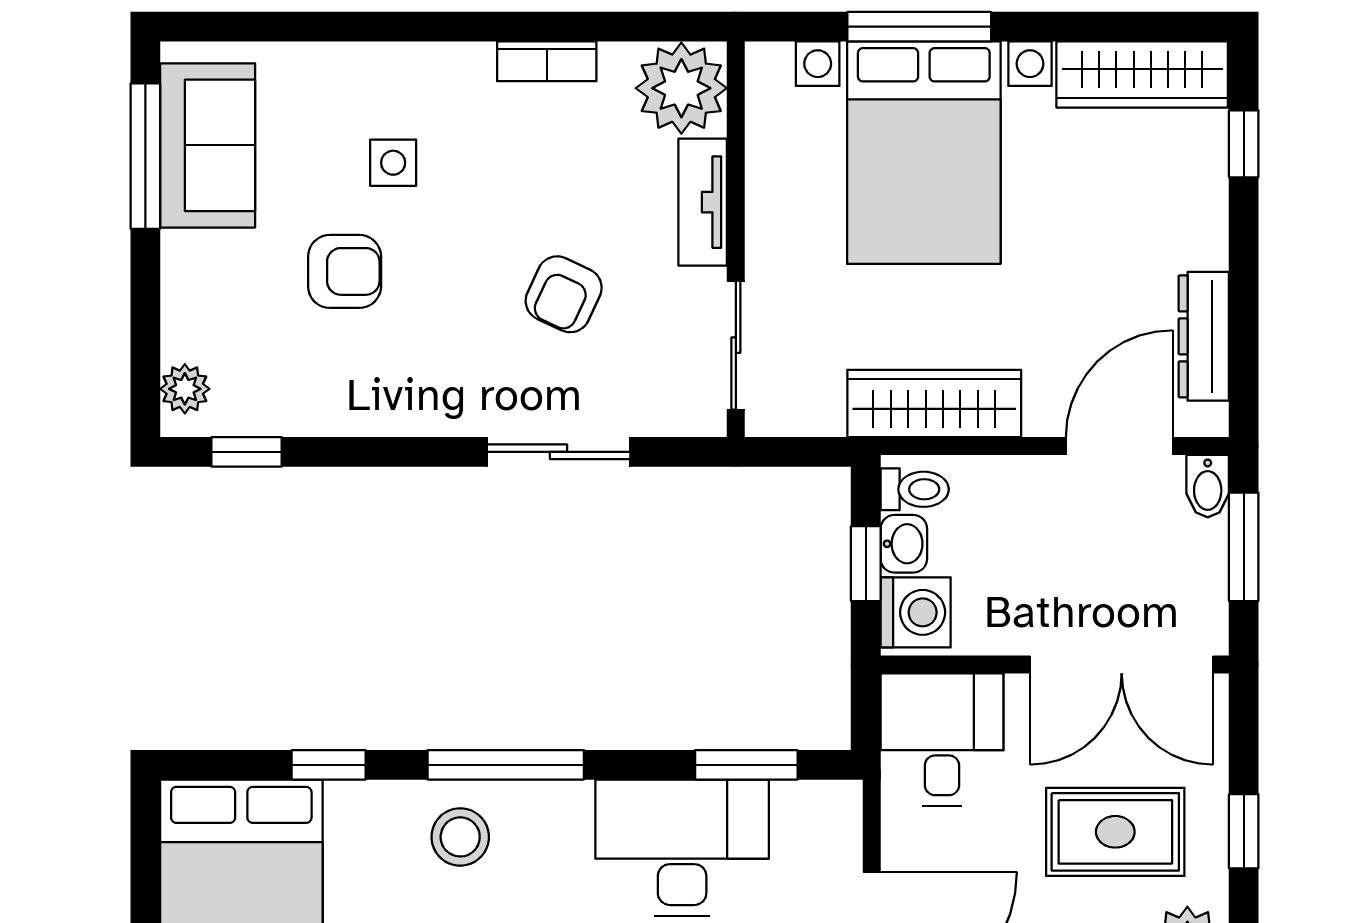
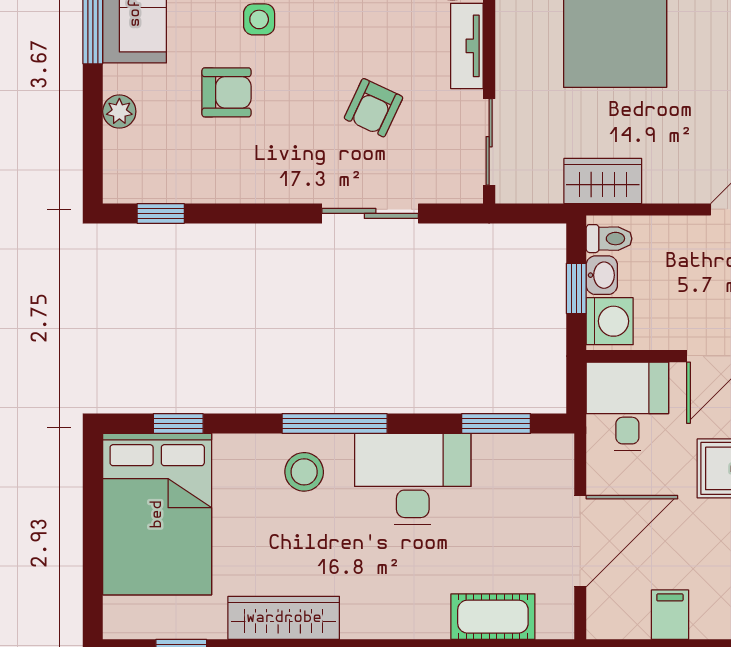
plant: (185, 389) -> (119, 111), moved
wardrobe: (934, 403) -> (603, 181), width x0.67
window: (329, 765) -> (178, 423), moved
desk: (682, 848) -> (413, 479), moved

